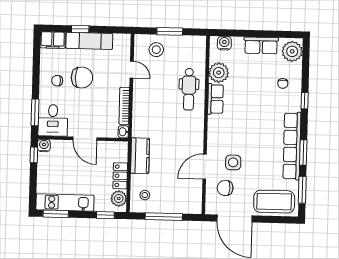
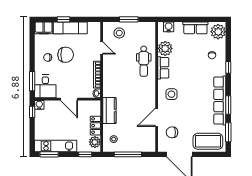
side table: (233, 162) -> (171, 94), moved

